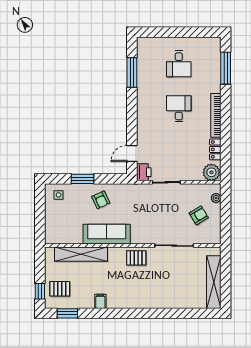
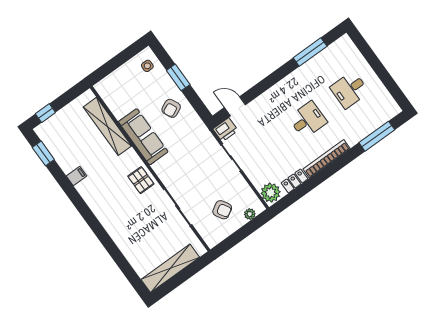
pallet: (60, 289) -> (61, 130), removed

